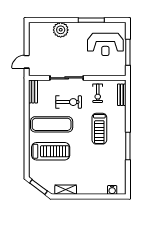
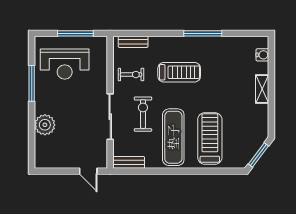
reception desk: (105, 44) -> (65, 64), turned 90
shelving: (66, 190) -> (262, 89), moved

